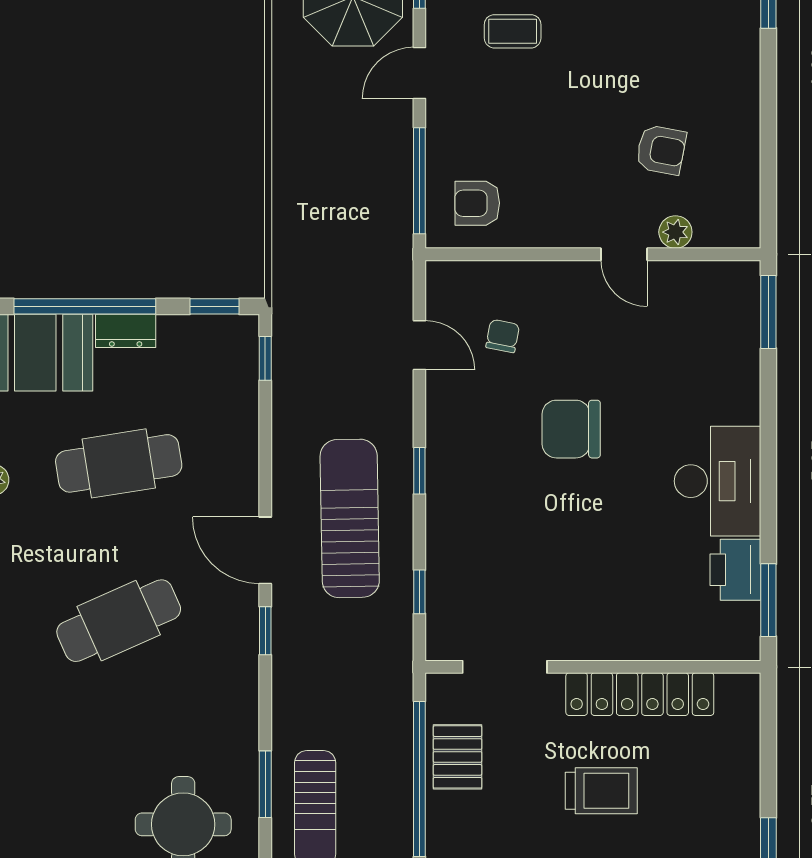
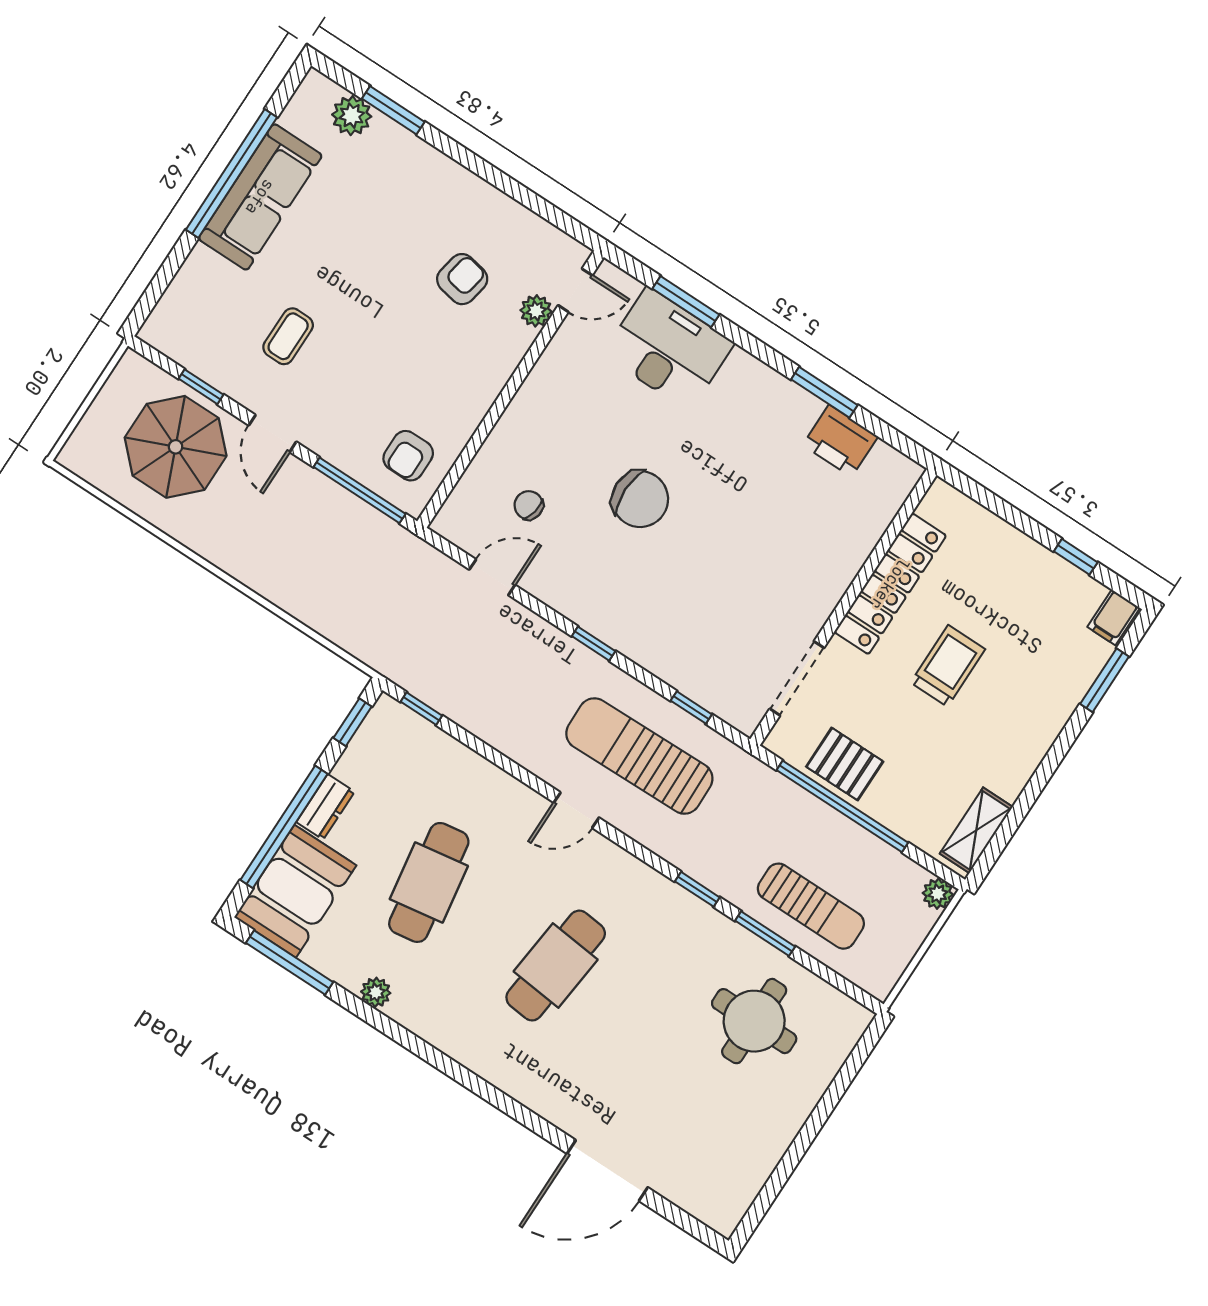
door: (624, 254) -> (575, 290), moved
window: (768, 312) -> (686, 302), moved
chair: (571, 429) -> (640, 499), turned -90
desk: (718, 481) -> (668, 349), moved
sun lounger: (350, 518) -> (639, 756), moved
door: (265, 550) -> (576, 810), width x0.73
window: (768, 600) -> (824, 392), moved
cafe table: (119, 621) -> (556, 966), turned 30
window: (265, 631) -> (697, 889), moved

